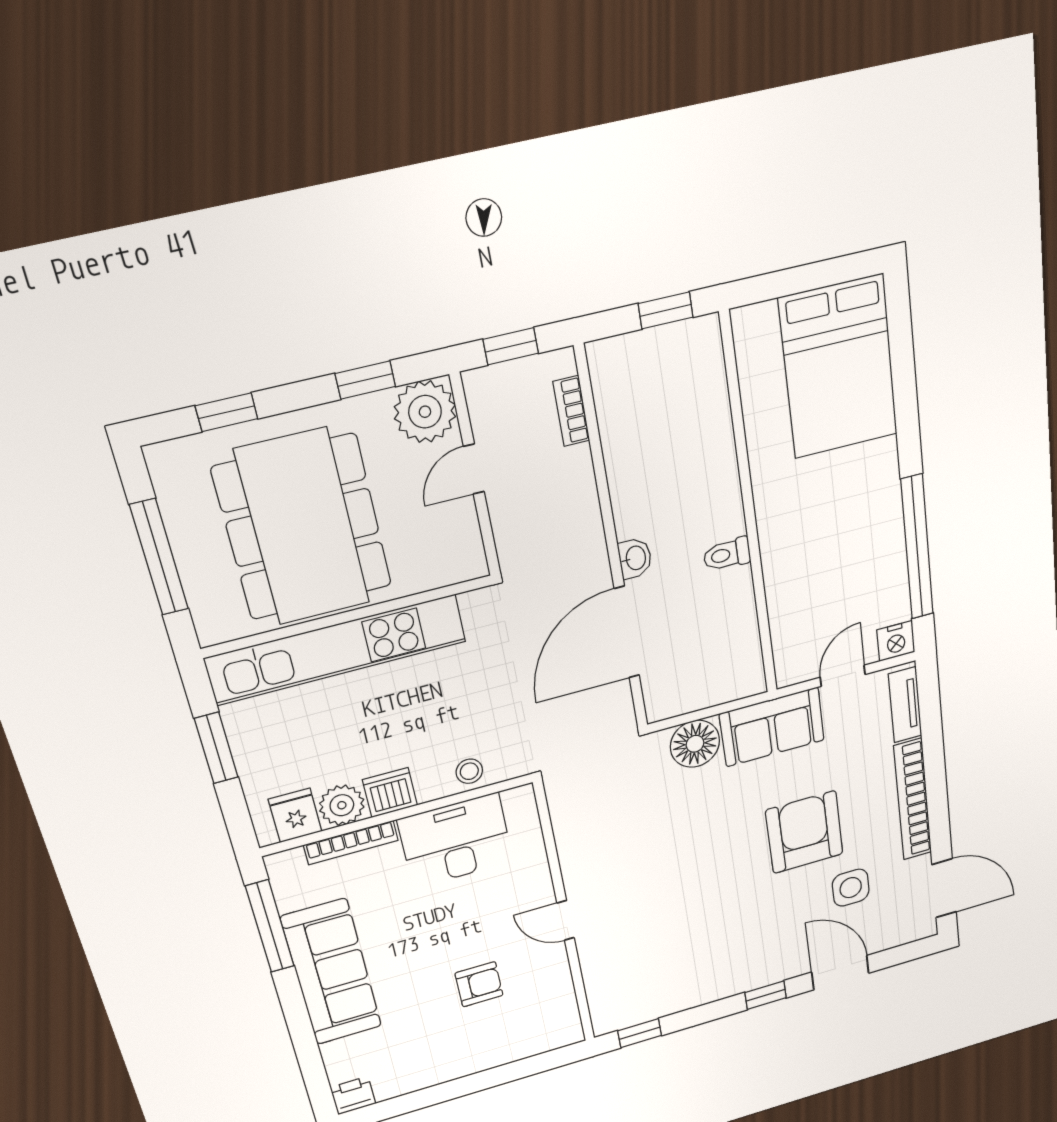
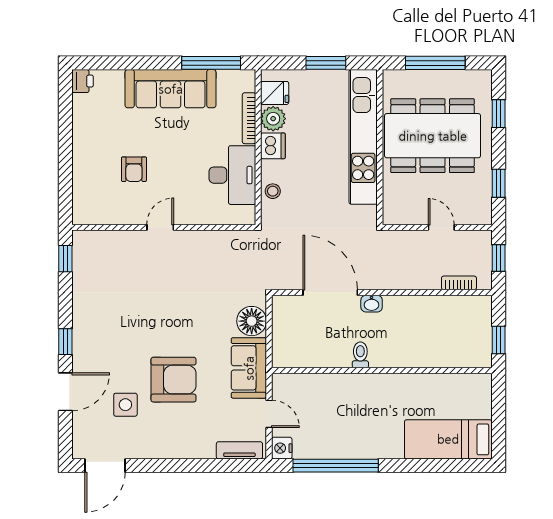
bed: (839, 367) -> (448, 439), width x0.67
plant: (425, 412) -> (476, 209), removed
bookcase: (913, 800) -> (175, 450), removed

